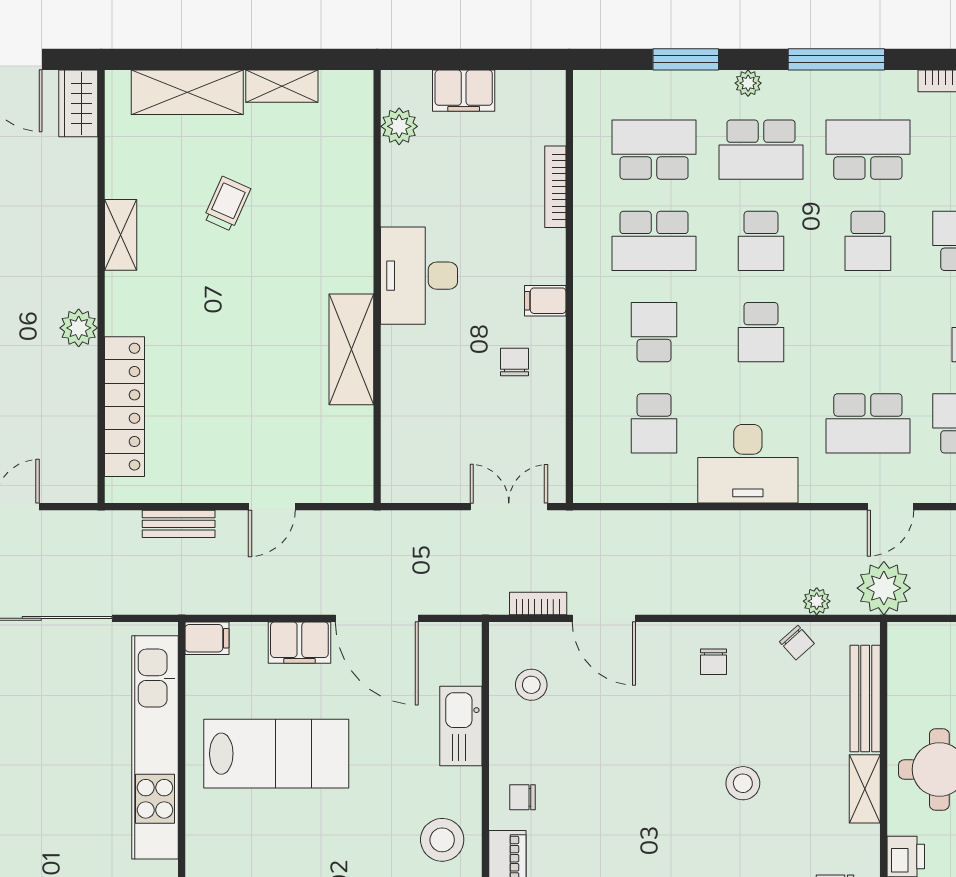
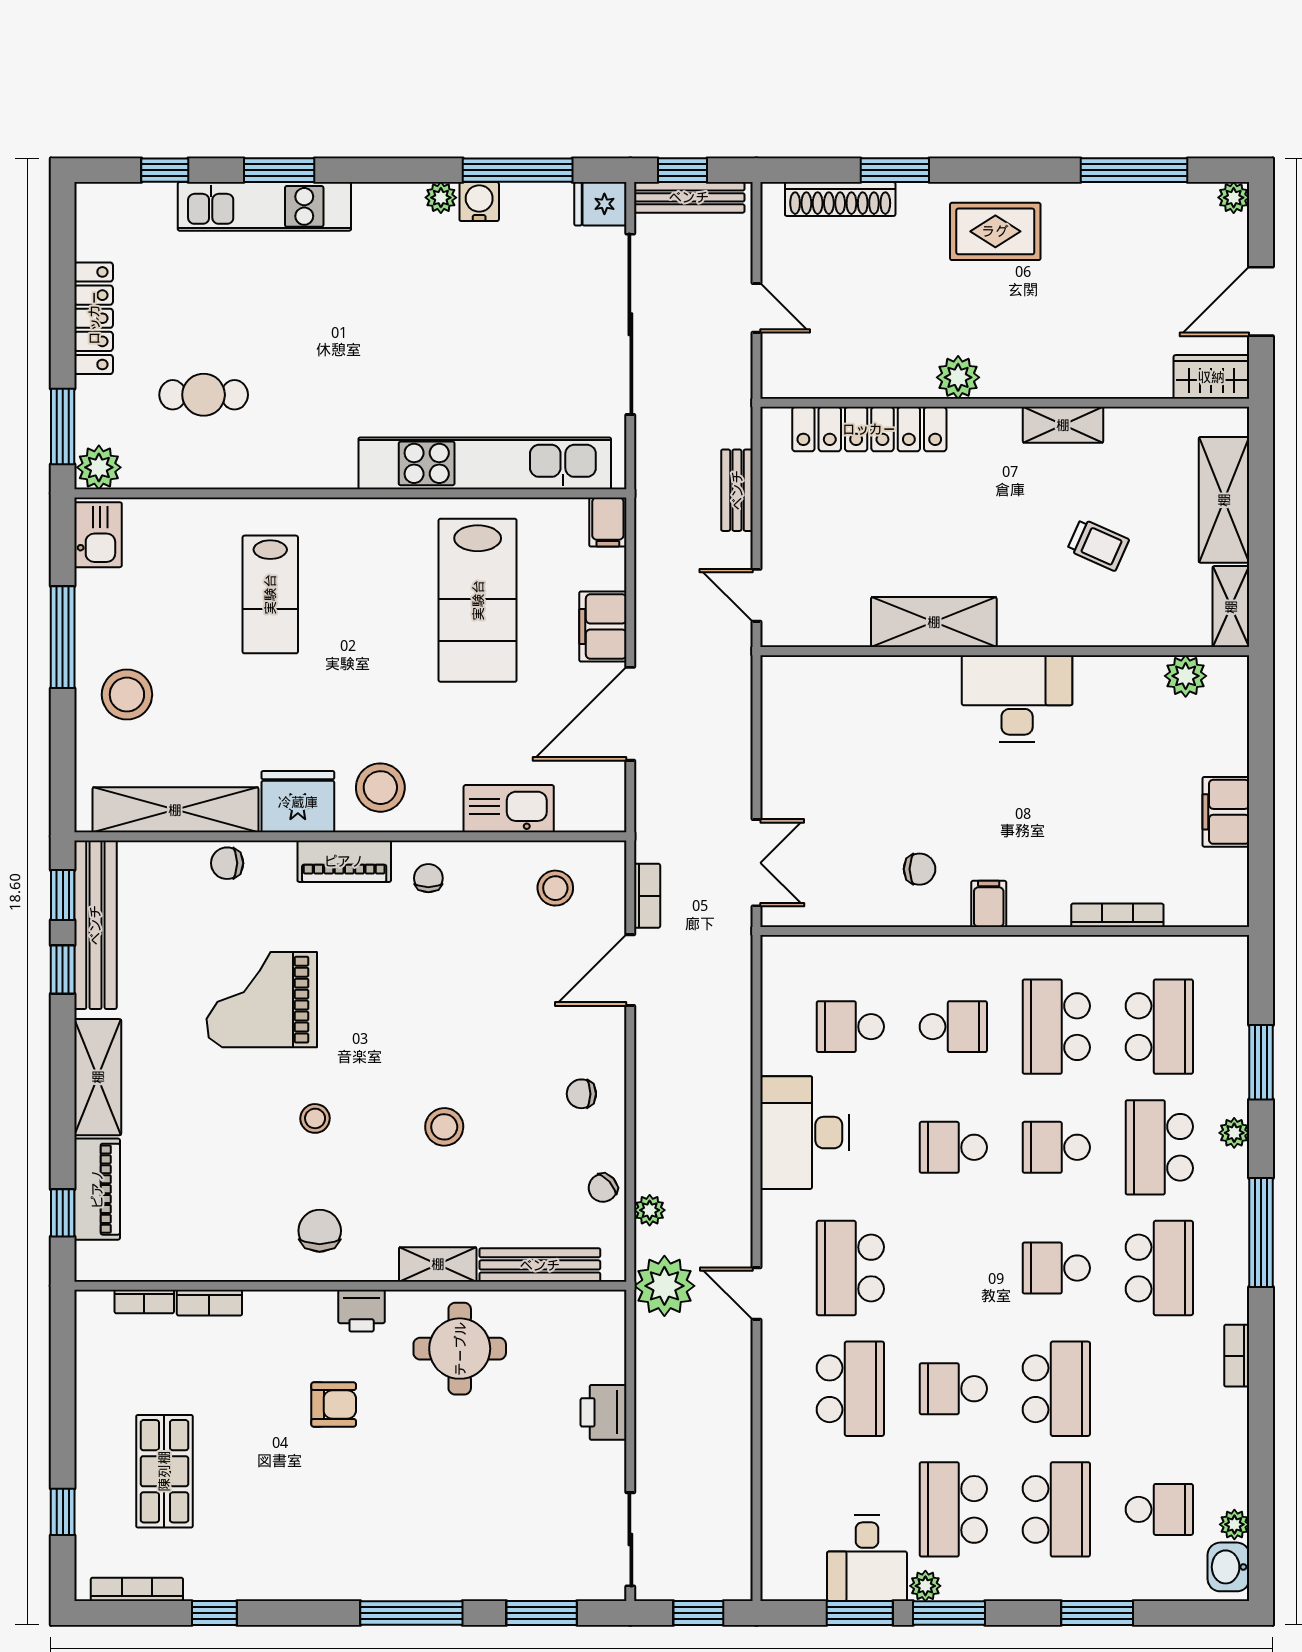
plant: (399, 126) -> (1186, 676), moved
desk: (419, 276) -> (1017, 698), moved
wall: (377, 286) -> (1005, 651), moved
shelving: (351, 349) -> (934, 622), moved

